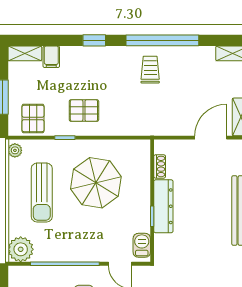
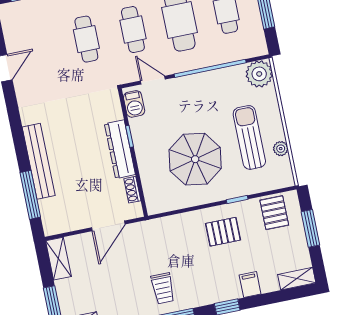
filing cabinet: (51, 57) -> (250, 285), moved
door: (211, 138) -> (108, 226), moved
plant: (15, 150) -> (281, 149), moved

